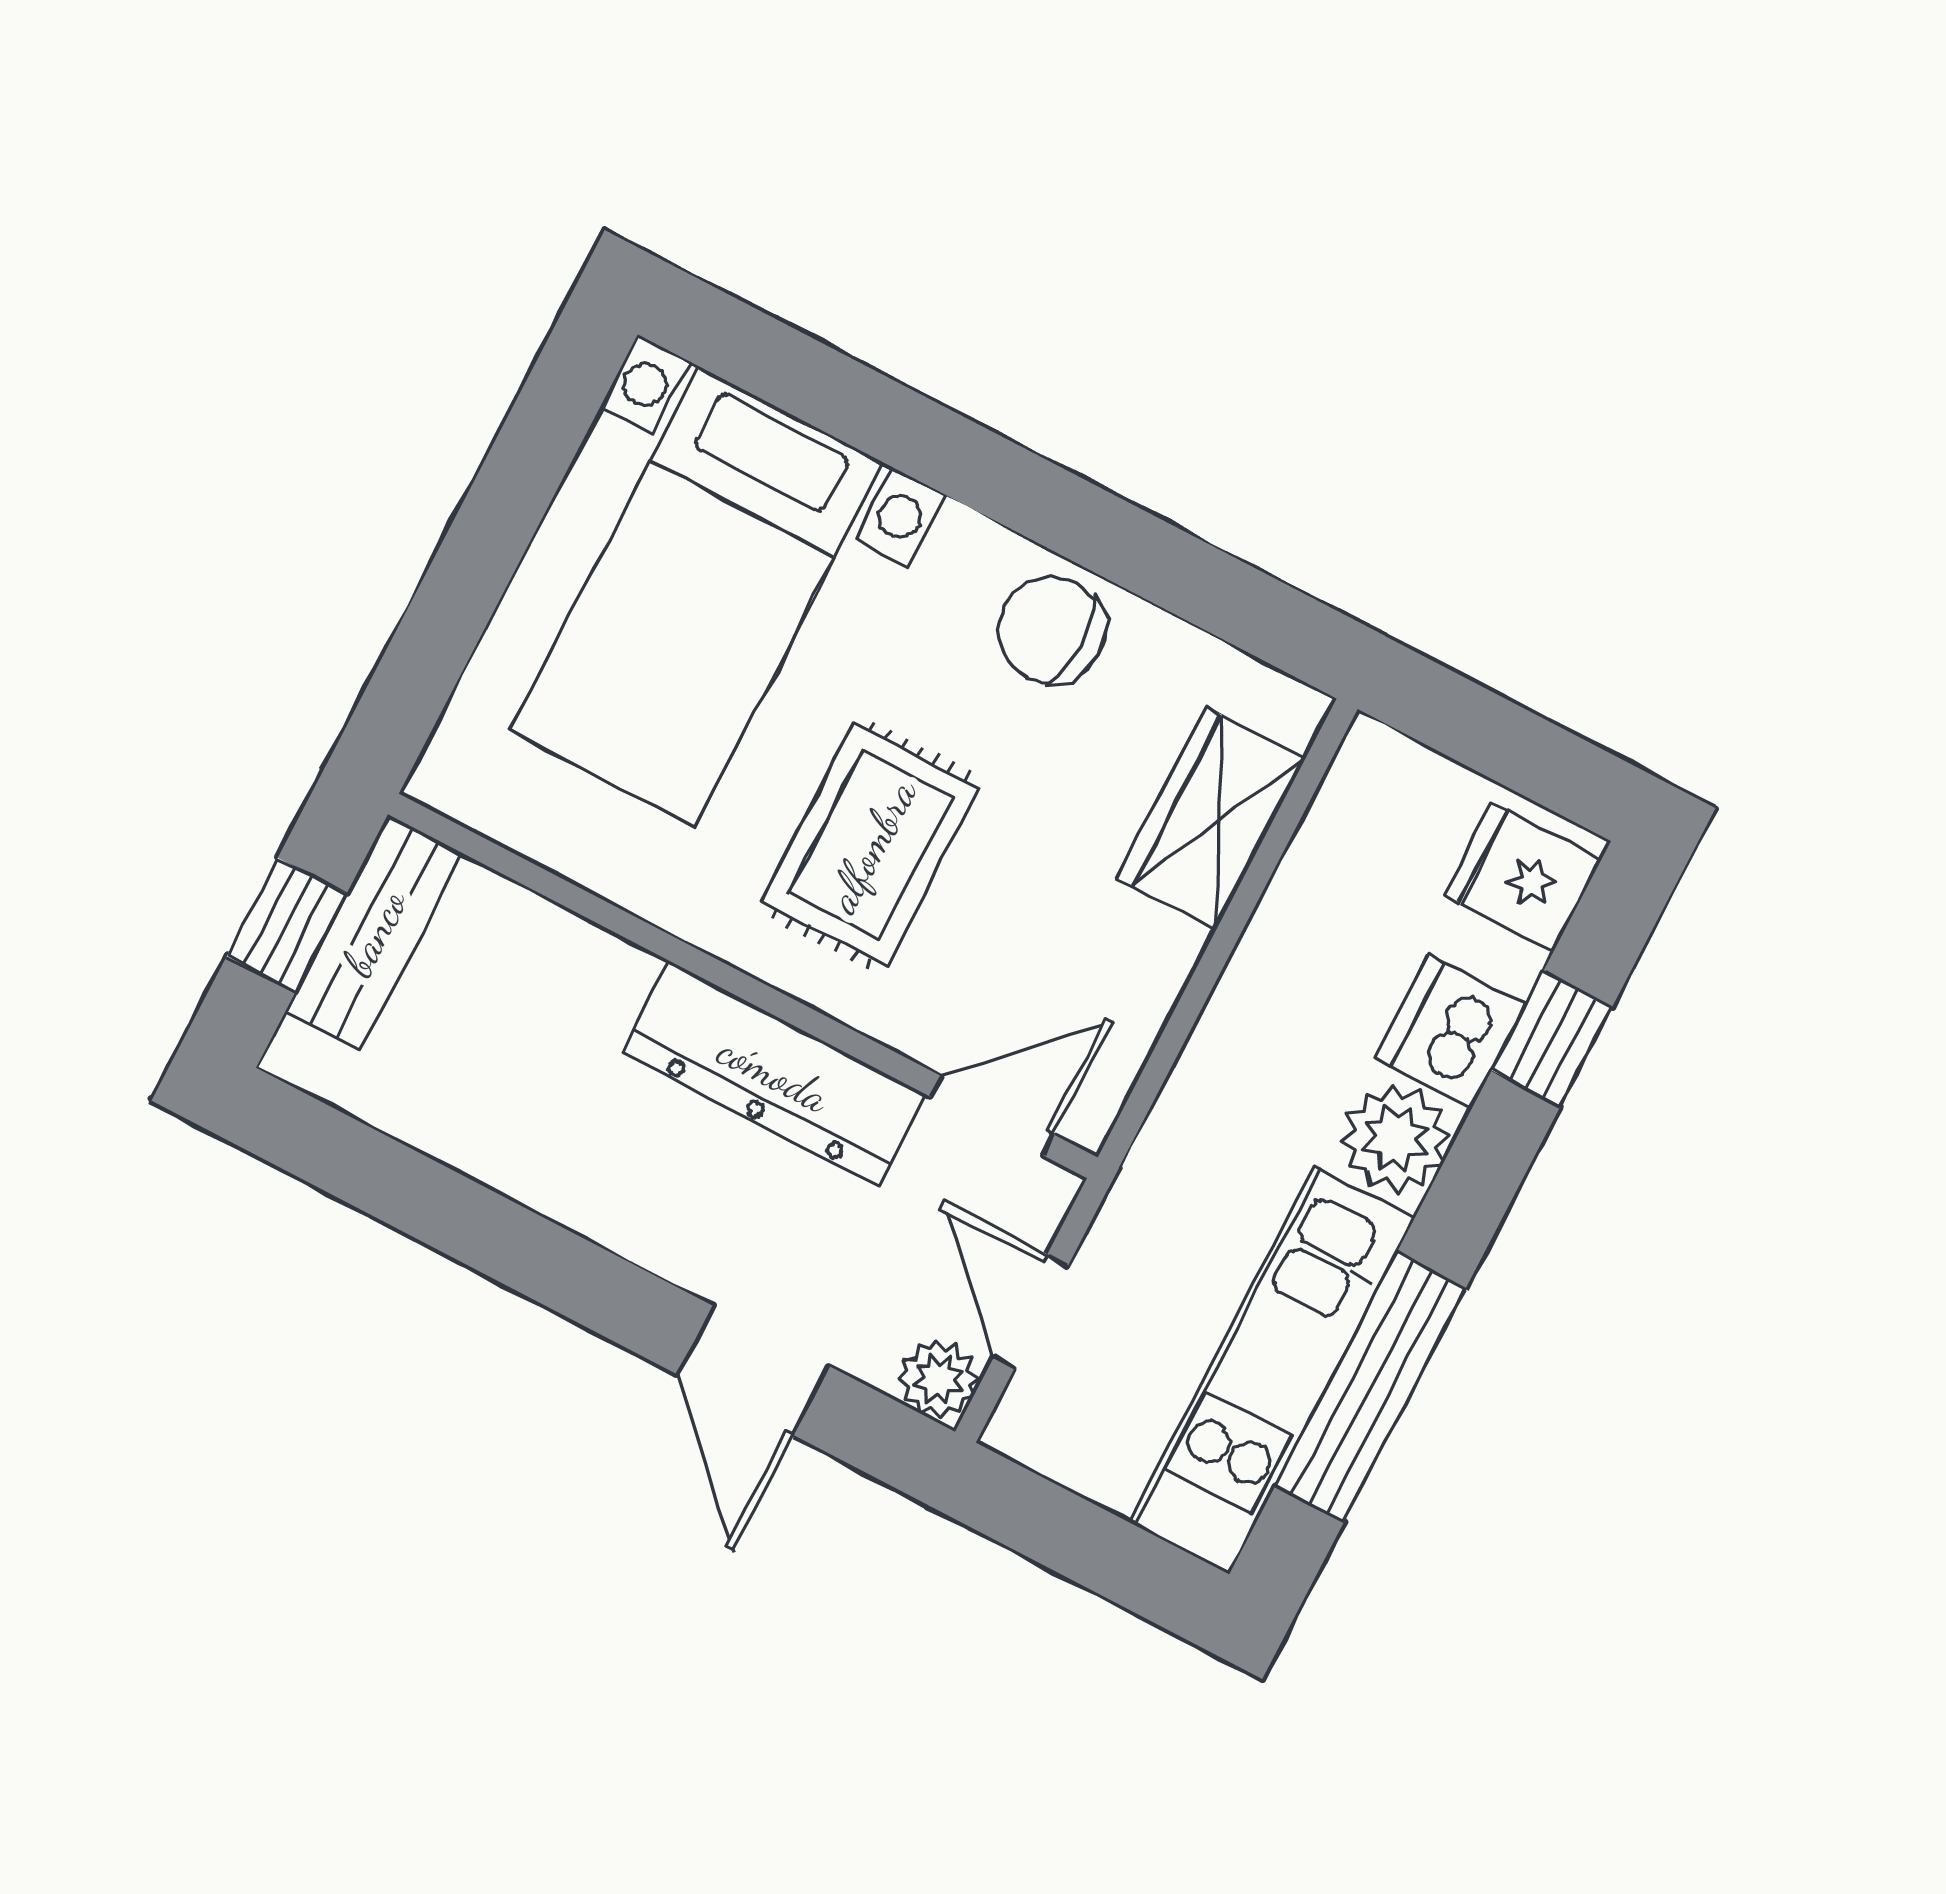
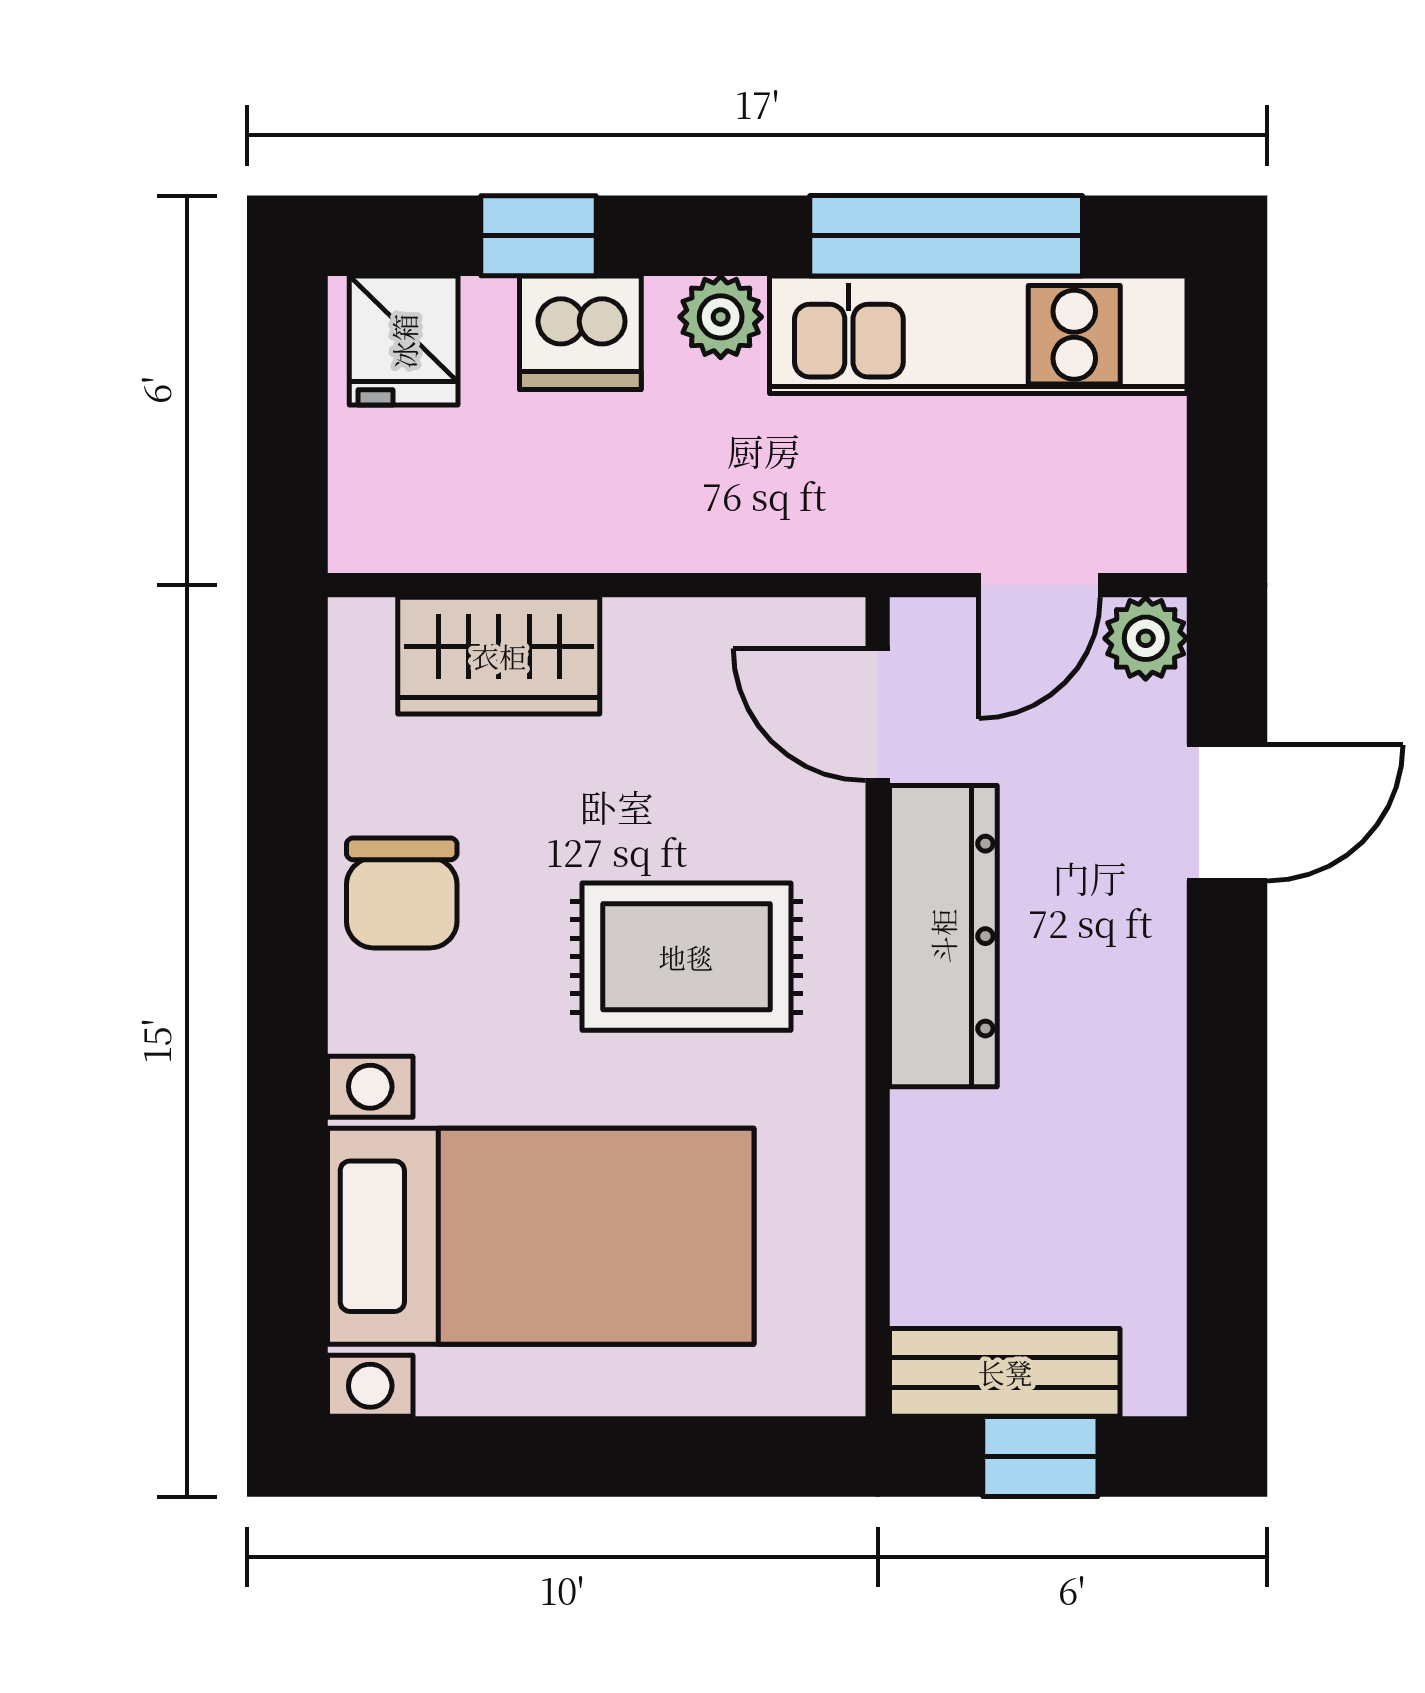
plant: (1395, 1139) -> (721, 317), width x0.73, depth x0.73

